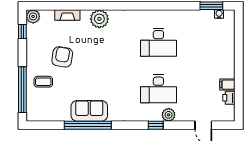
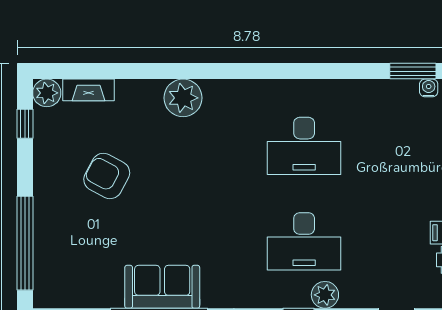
fireplace: (67, 15) -> (88, 90), moved
armchair: (62, 57) -> (107, 176), turned -71
coffee table: (43, 82) -> (68, 227), removed

